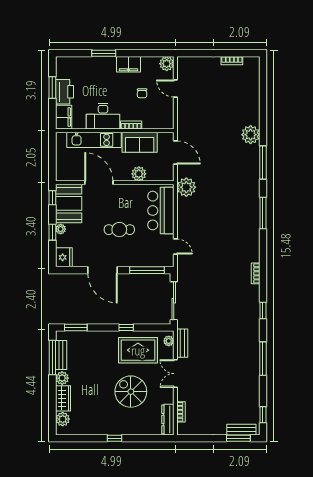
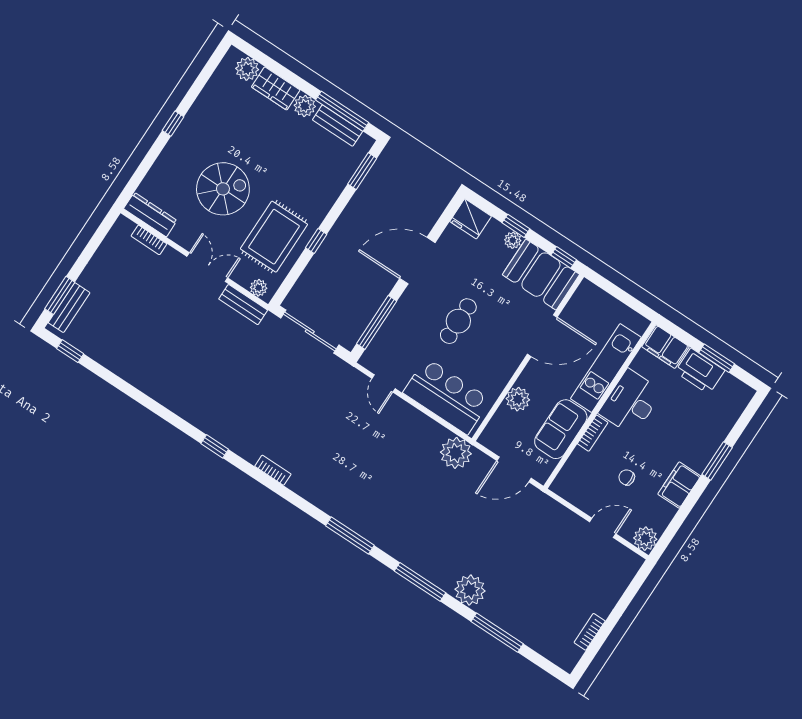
door: (175, 247) -> (384, 383), hinge flipped
window: (263, 359) -> (497, 633), moved

